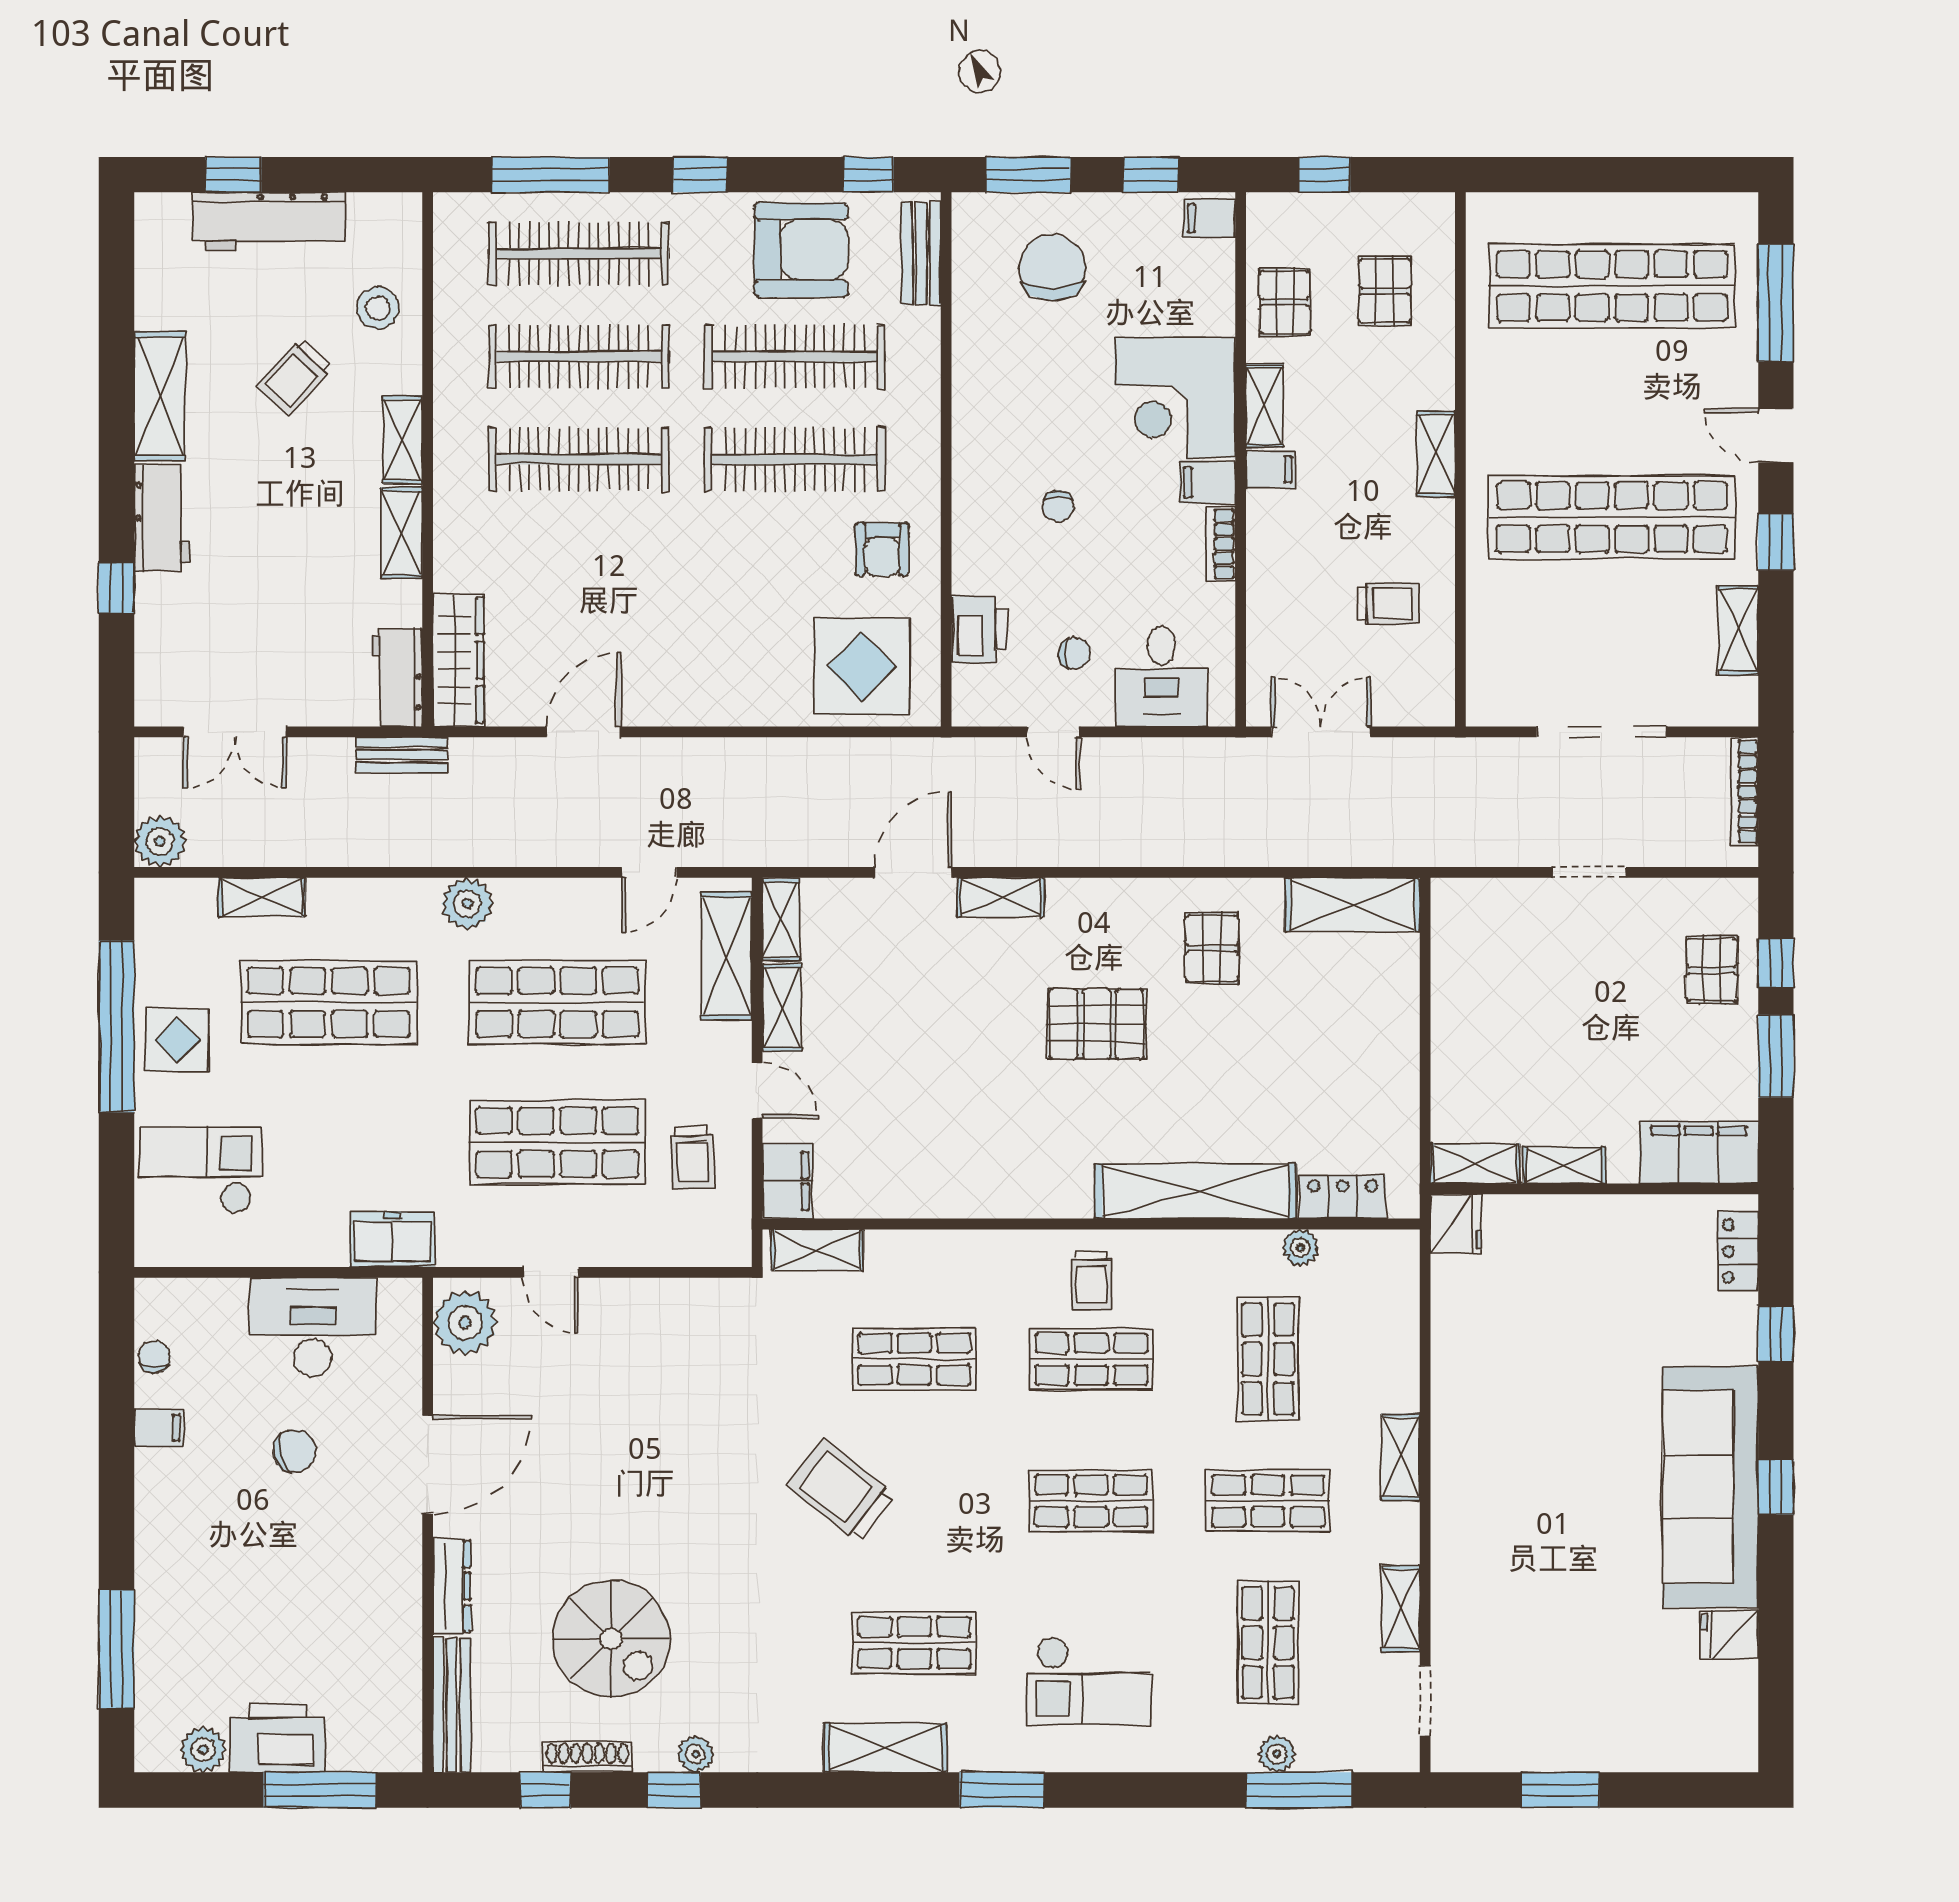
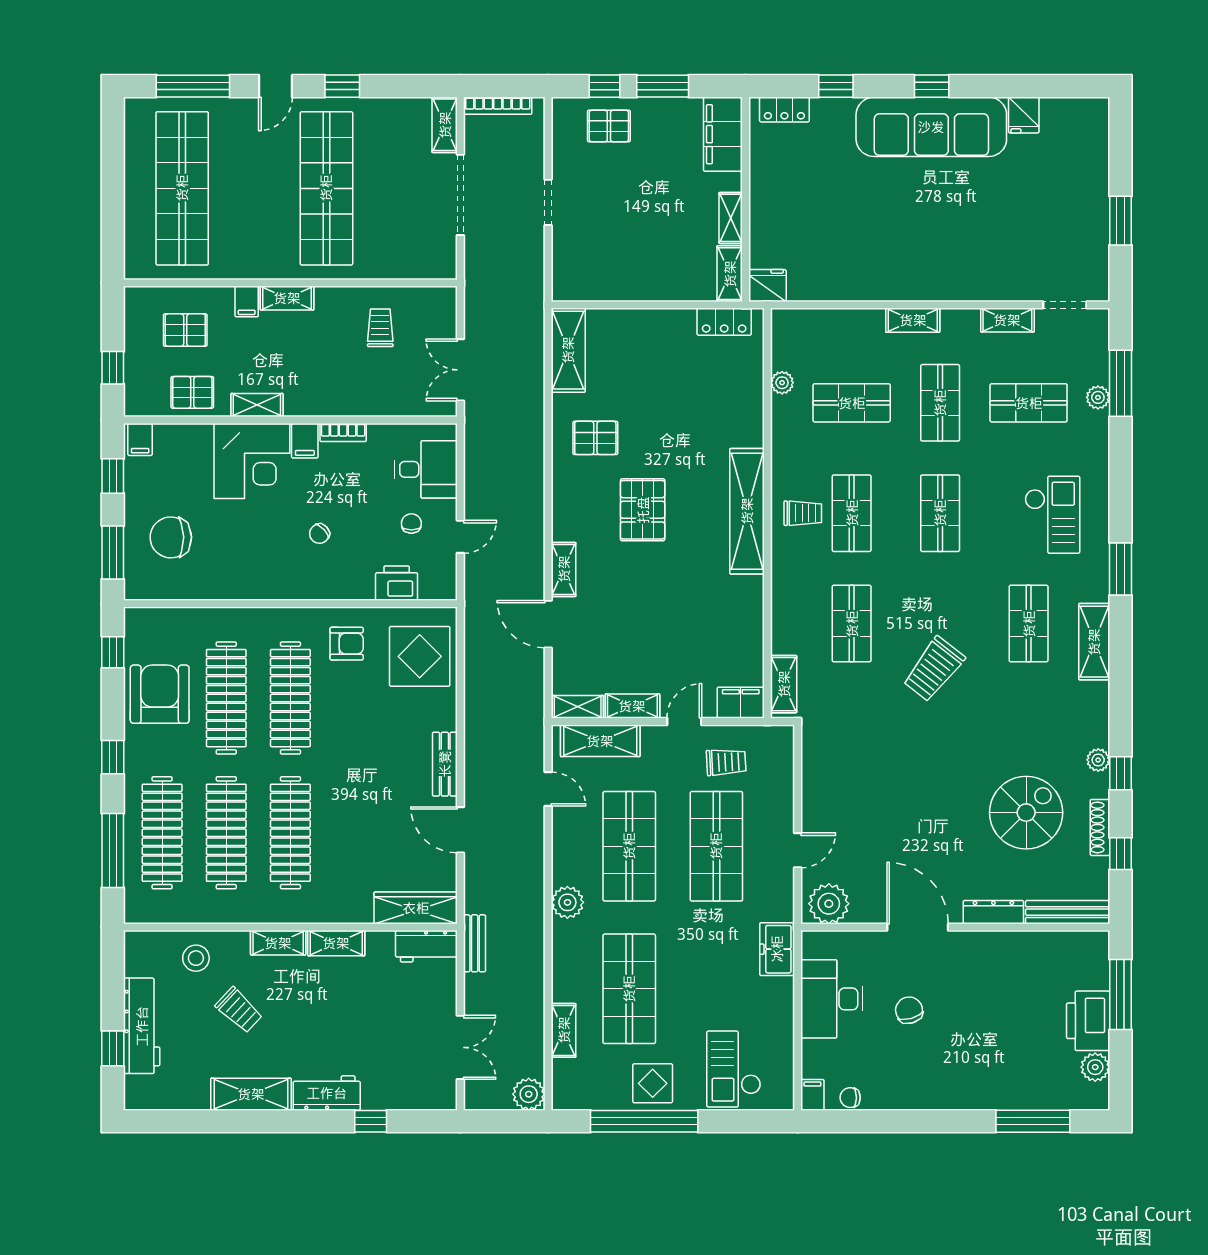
bench: (921, 253) -> (445, 764), moved, turned 90
filing cabinet: (1271, 469) -> (247, 302), moved, turned 180
chair: (1058, 506) -> (319, 534), turned 137
shelving: (1738, 630) -> (445, 125), moved, turned 90
shelving: (1195, 1191) -> (747, 511), moved
locker: (1343, 1197) -> (724, 322), moved, turned -90
filing cabinet: (159, 1428) -> (812, 1095), moved

